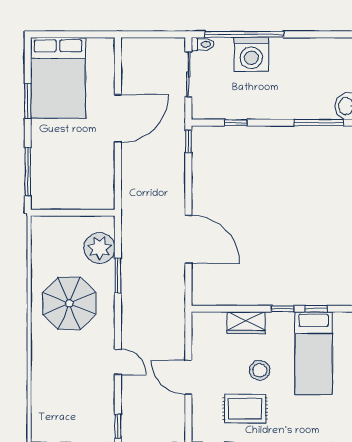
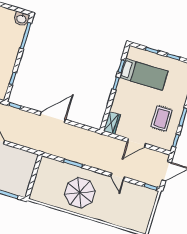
door: (188, 239) -> (53, 117), moved
plant: (99, 248) -> (56, 168), removed
wardrobe: (246, 323) -> (112, 123), moved
door: (118, 362) -> (118, 177), swing flipped
stool: (260, 370) -> (144, 105), removed

